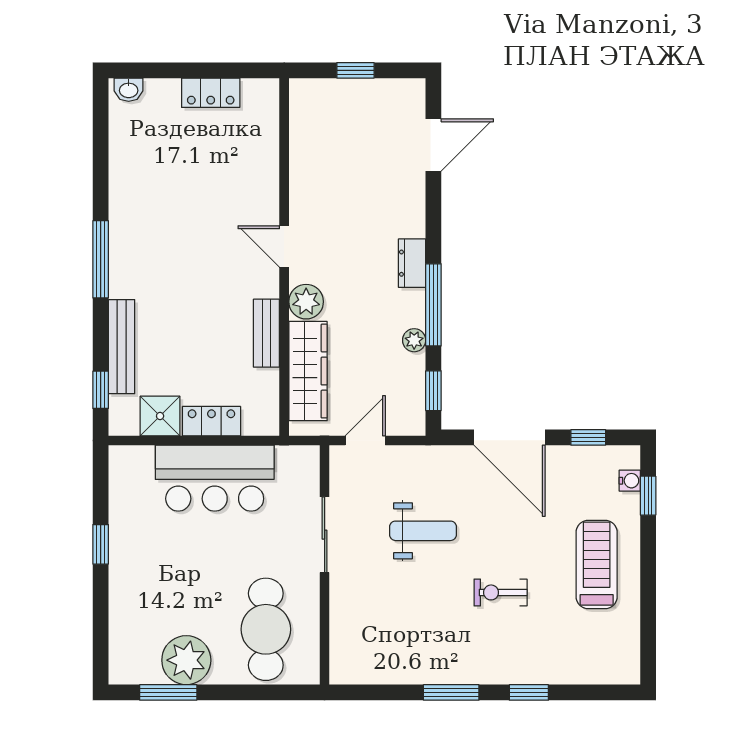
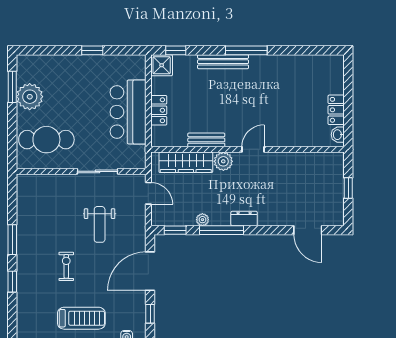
washbasin: (129, 90) -> (338, 135), moved
bench: (122, 347) -> (223, 62), moved
shower: (160, 416) -> (162, 65), moved

